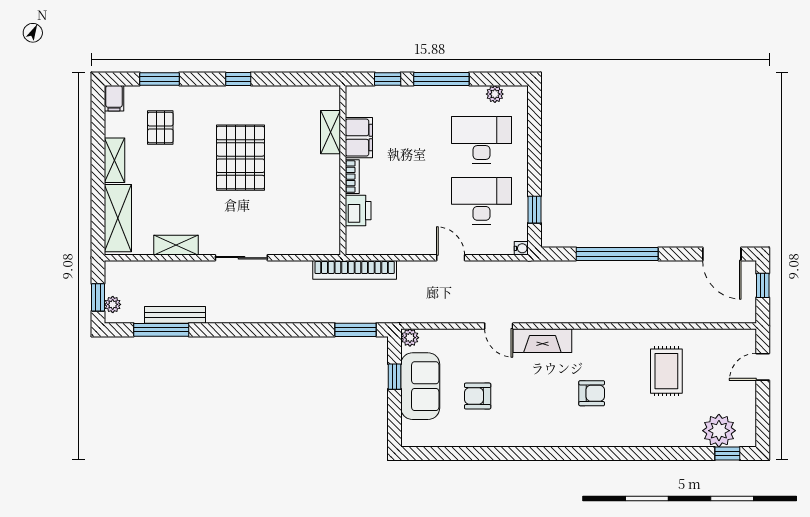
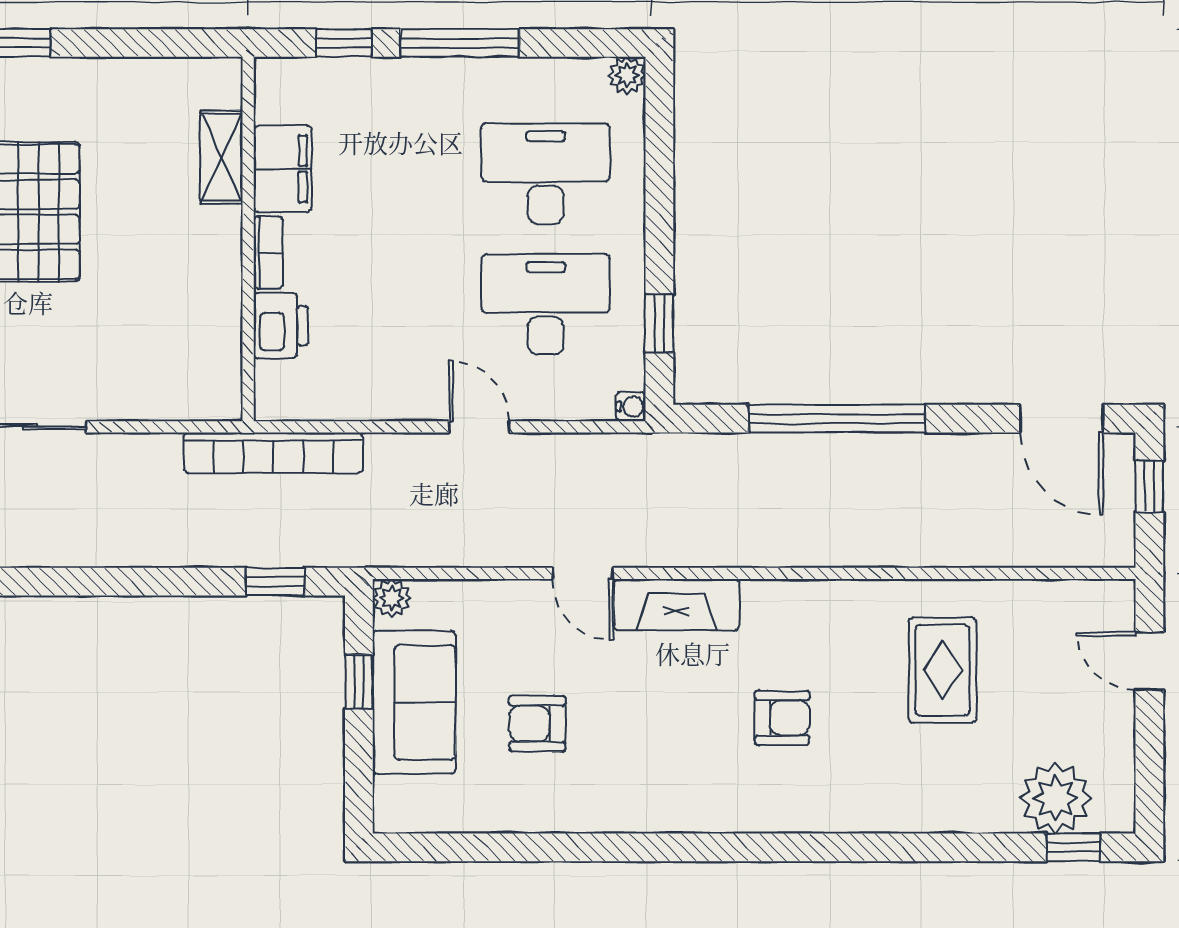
plant: (495, 94) -> (627, 75), moved
window: (355, 330) -> (275, 582), width x0.67
door: (763, 367) -> (1149, 661), hinge flipped

